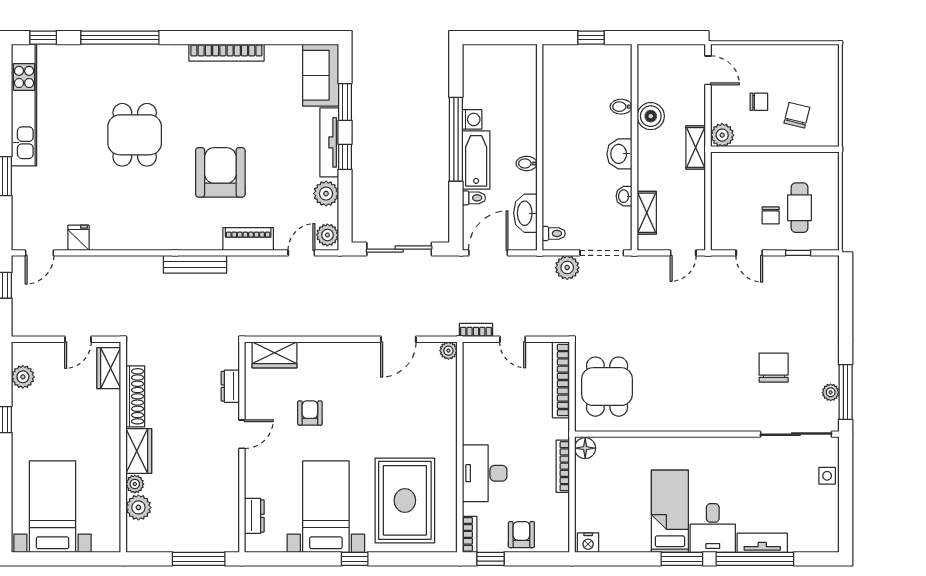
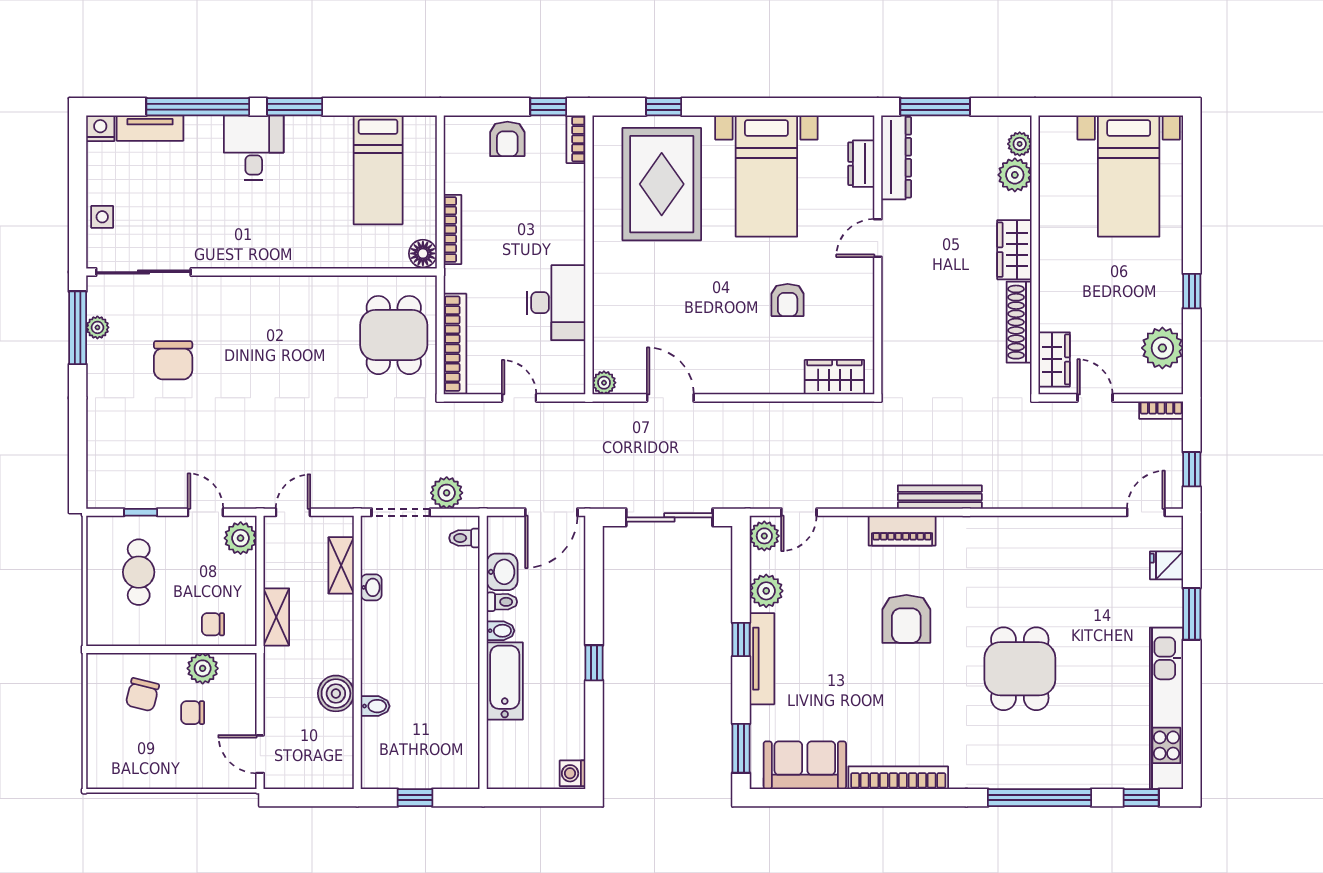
sofa: (321, 75) -> (805, 765), moved, turned -90
window: (345, 102) -> (741, 748), moved
washing machine: (472, 119) -> (573, 773), moved
plant: (722, 135) -> (203, 668), moved
window: (456, 139) -> (594, 663), width x0.32
shelving: (696, 147) -> (276, 617), moved
washbasin: (619, 154) -> (377, 643), removed
bathtub: (476, 160) -> (505, 681), moved, turned 180
armchair: (220, 172) -> (906, 619), width x0.73, depth x0.73
toilet: (474, 198) -> (502, 602), moved, turned 180
washbasin: (525, 213) -> (502, 572), width x0.72
chair: (771, 215) -> (213, 624), moved, turned -90
plant: (723, 233) -> (241, 538), added
fridge: (79, 238) -> (1166, 565), moved, turned 90
piano: (248, 239) -> (902, 531), moved
bookcase: (476, 330) -> (1161, 410), moved
door: (78, 339) -> (1095, 398), hinge flipped
door: (398, 339) -> (670, 398), hinge flipped
plant: (23, 377) -> (1162, 348), width x1.36, depth x1.36
dresser: (230, 386) -> (896, 157), moved, width x1.96, depth x1.24
door: (242, 434) -> (878, 238), moved
desk: (485, 473) -> (556, 303), moved
plant: (135, 484) -> (1020, 144), moved
bed: (670, 511) -> (378, 170), moved
nightstand: (588, 543) -> (100, 128), moved
tv unit: (762, 543) -> (150, 128), moved
window: (355, 559) -> (664, 107), moved

